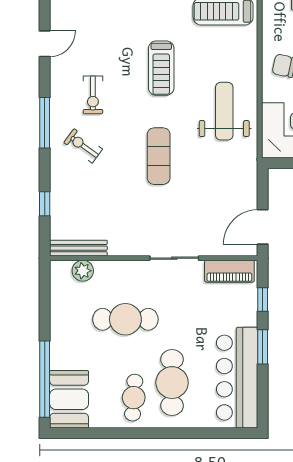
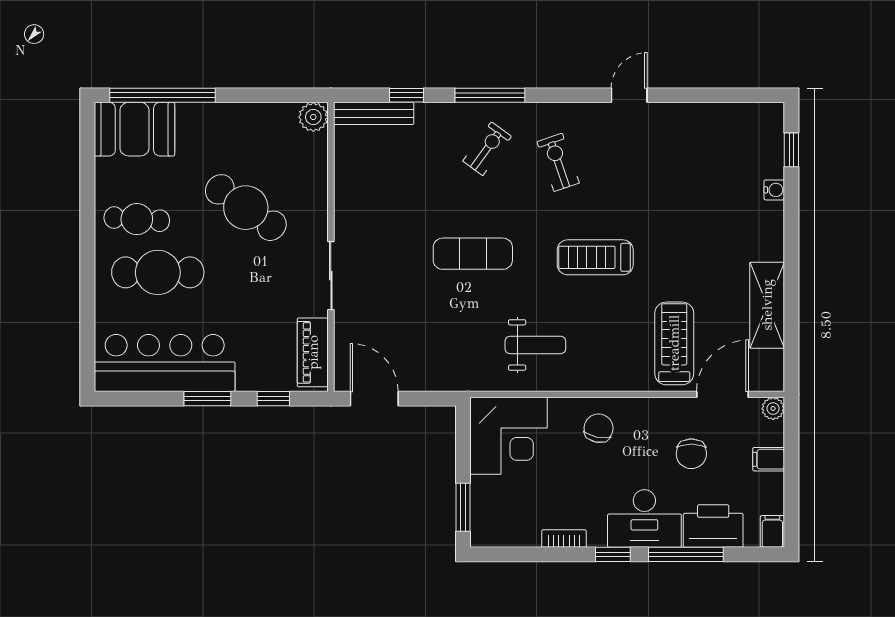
door: (45, 44) -> (629, 95), swing flipped
exercise bike: (93, 95) -> (558, 162), turned 71
weight bench: (224, 111) -> (535, 345), width x0.73, depth x0.75
window: (45, 123) -> (490, 95), moved
bench: (78, 248) -> (374, 113), moved, turned 90
plant: (83, 271) -> (313, 117), moved
cafe table: (125, 319) -> (246, 208), turned -55

